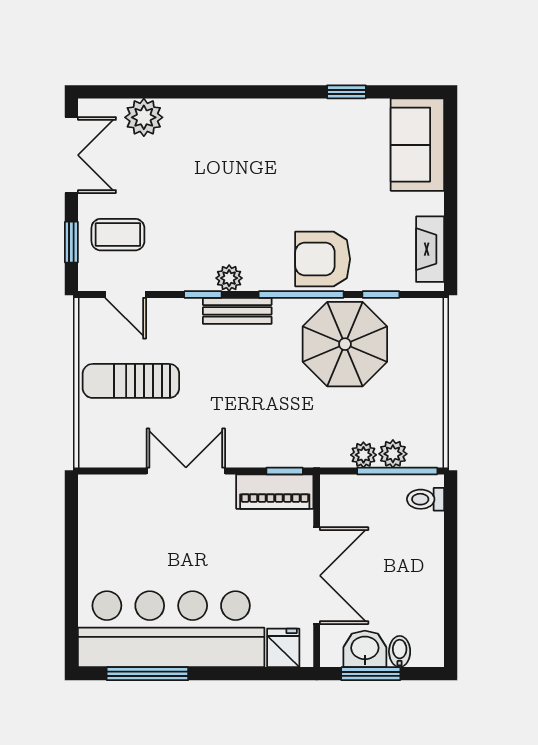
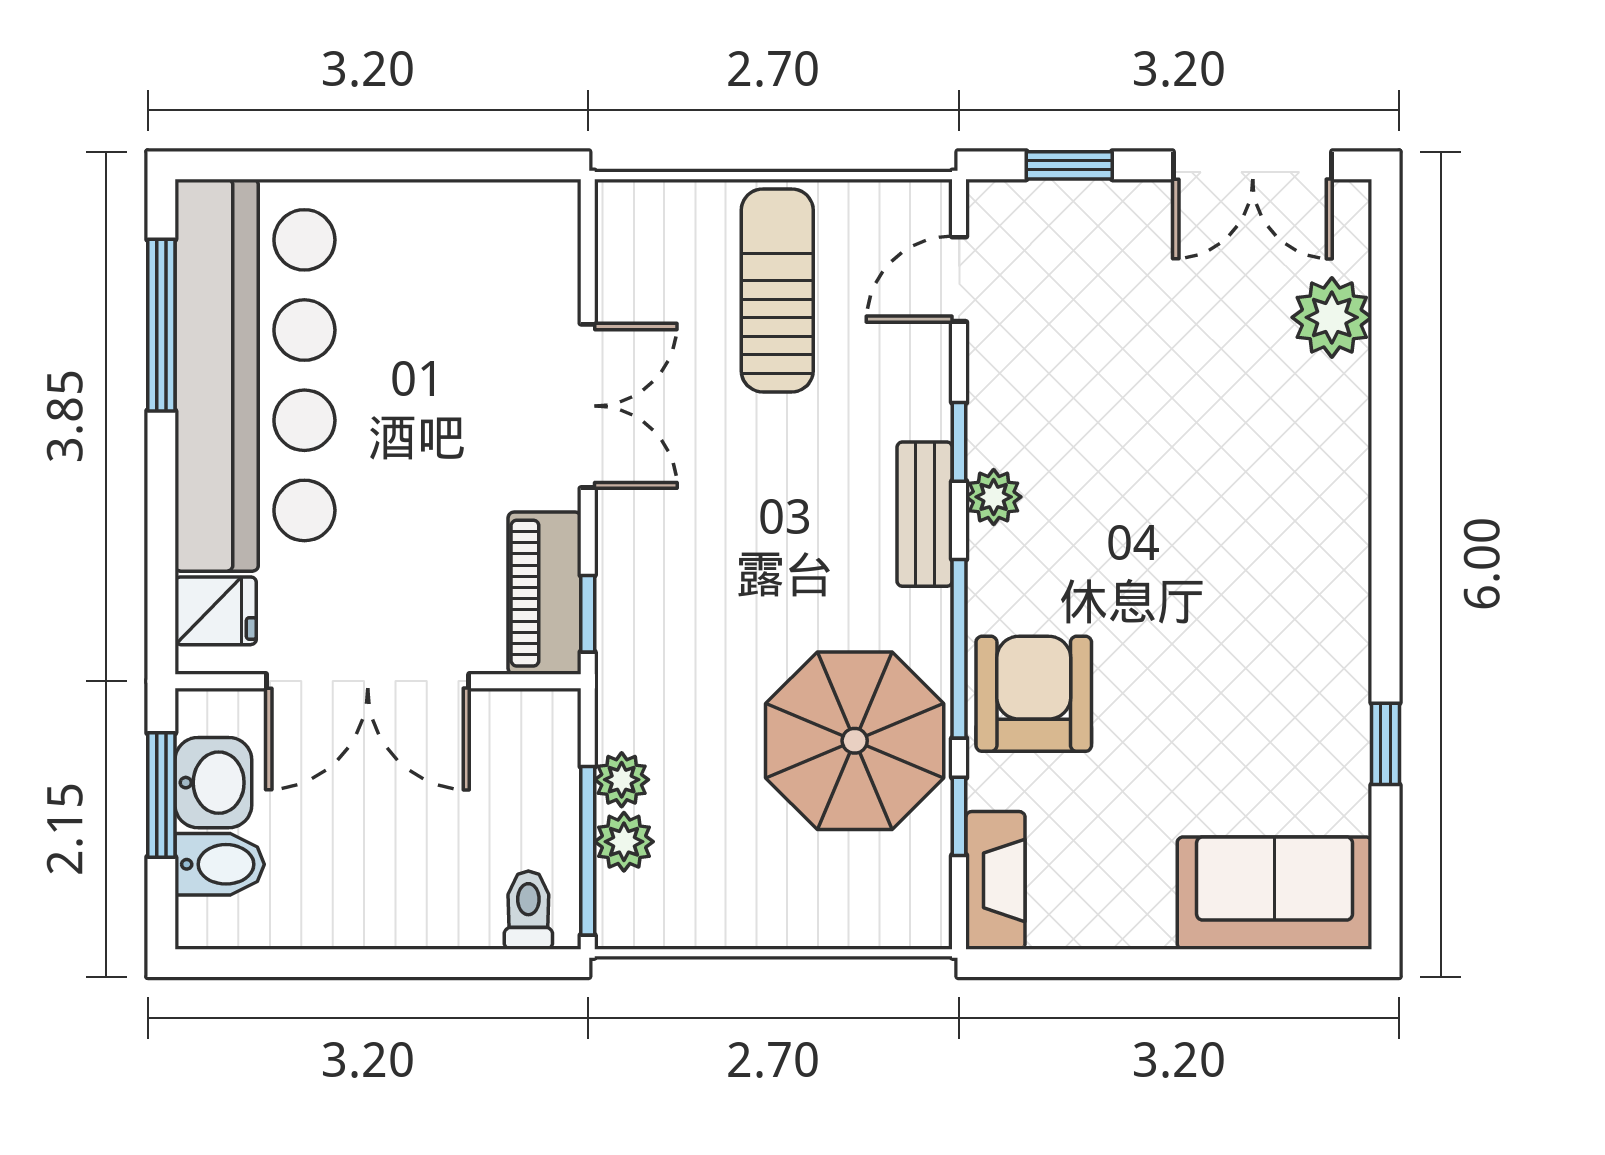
coffee table: (118, 235) -> (1085, 263), removed
fireplace: (430, 249) -> (995, 880), moved, turned 90
bidet: (400, 652) -> (220, 864), width x1.38, depth x1.36

